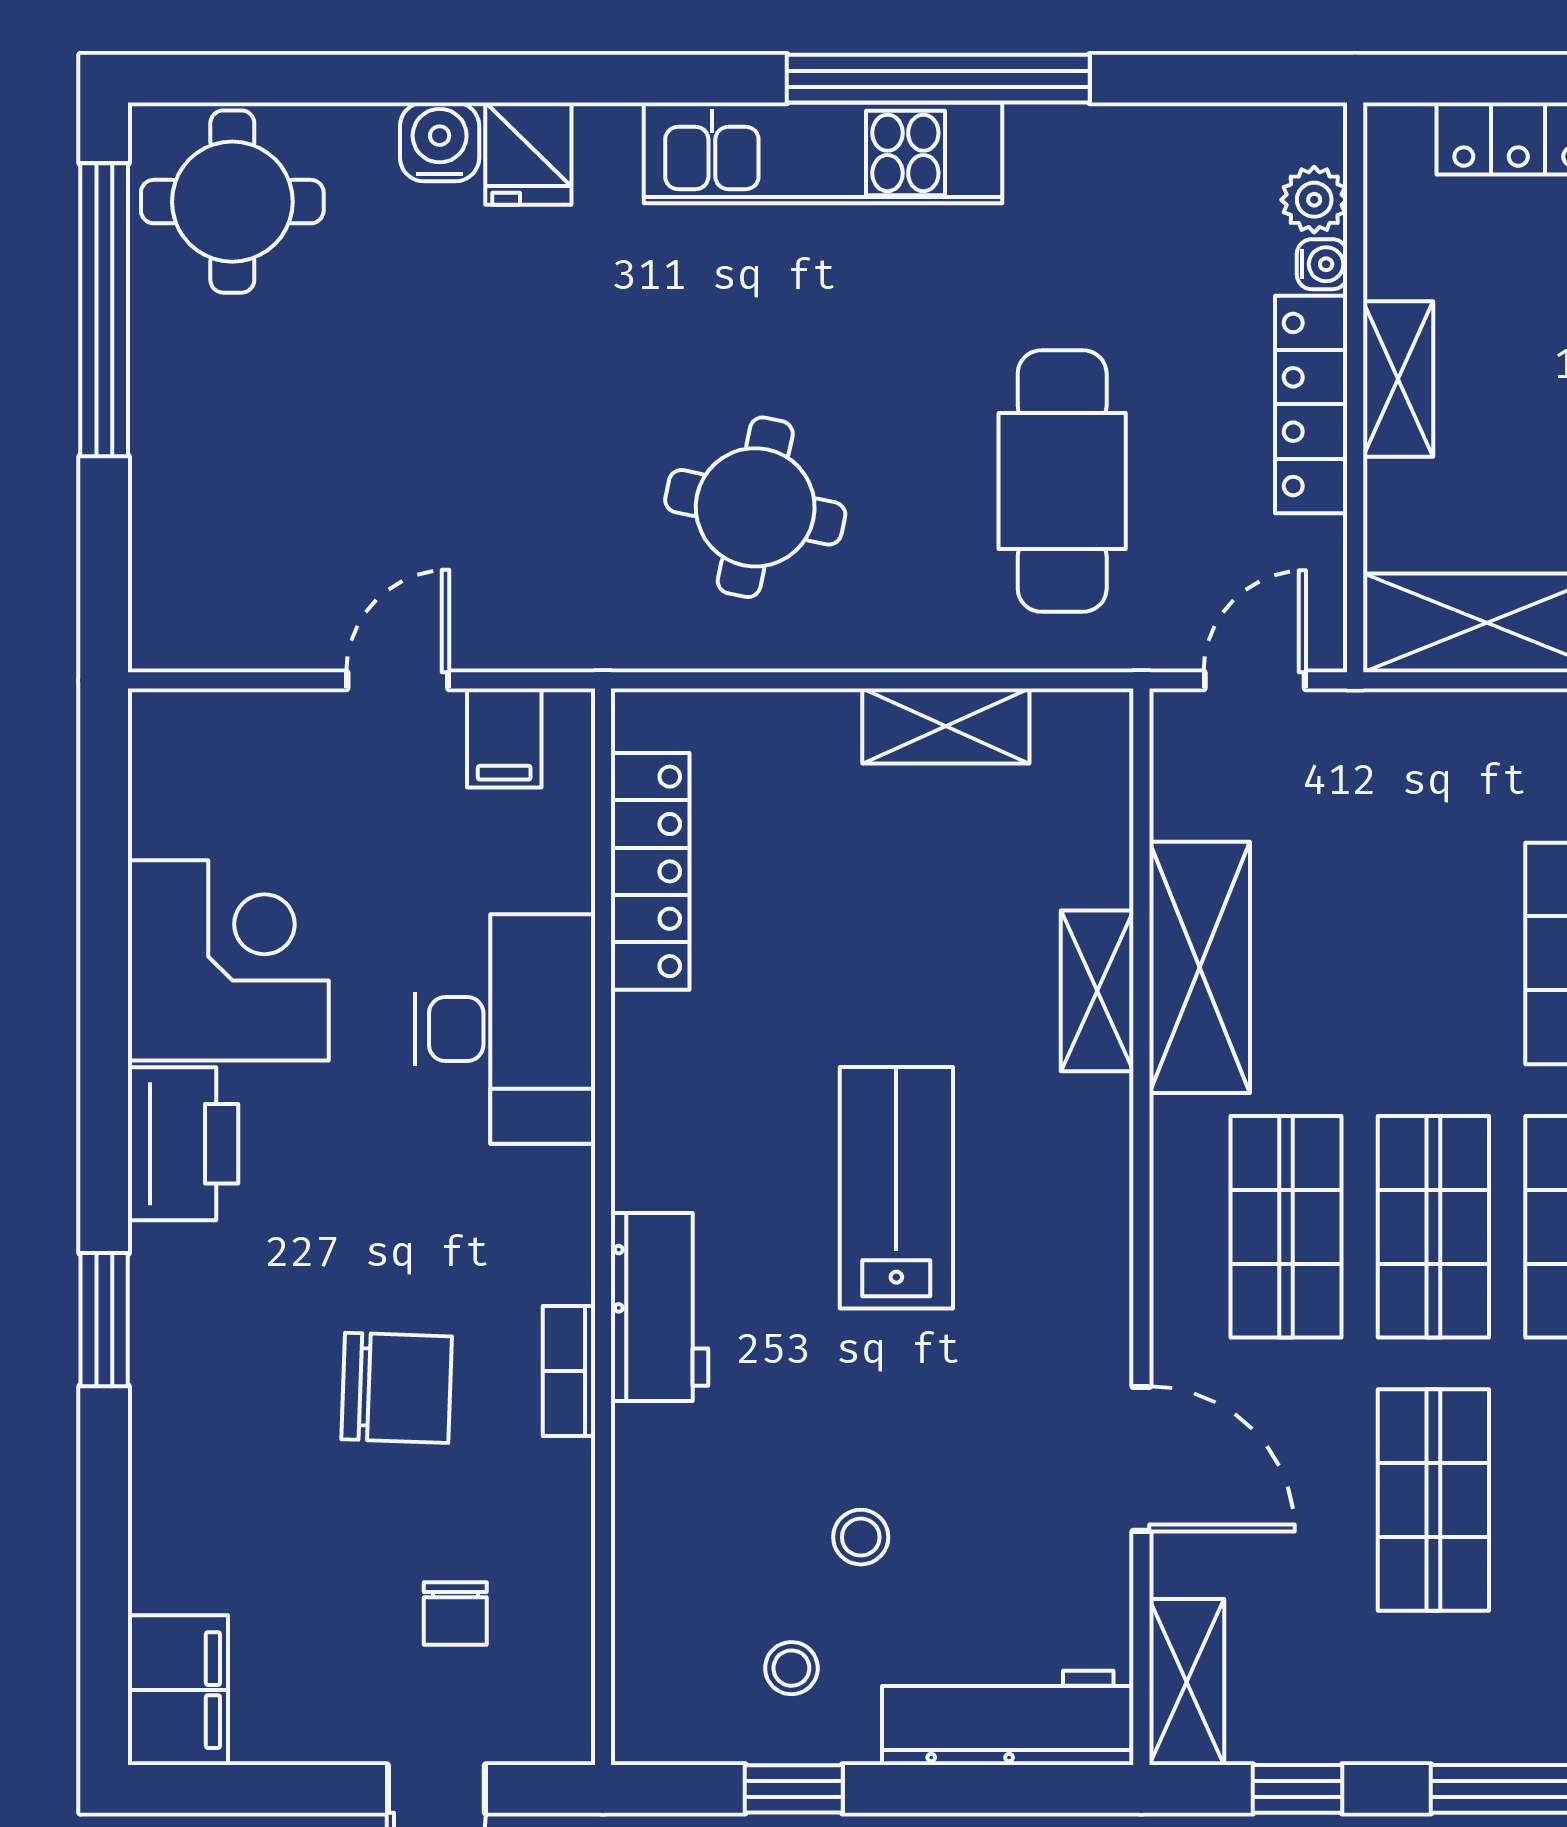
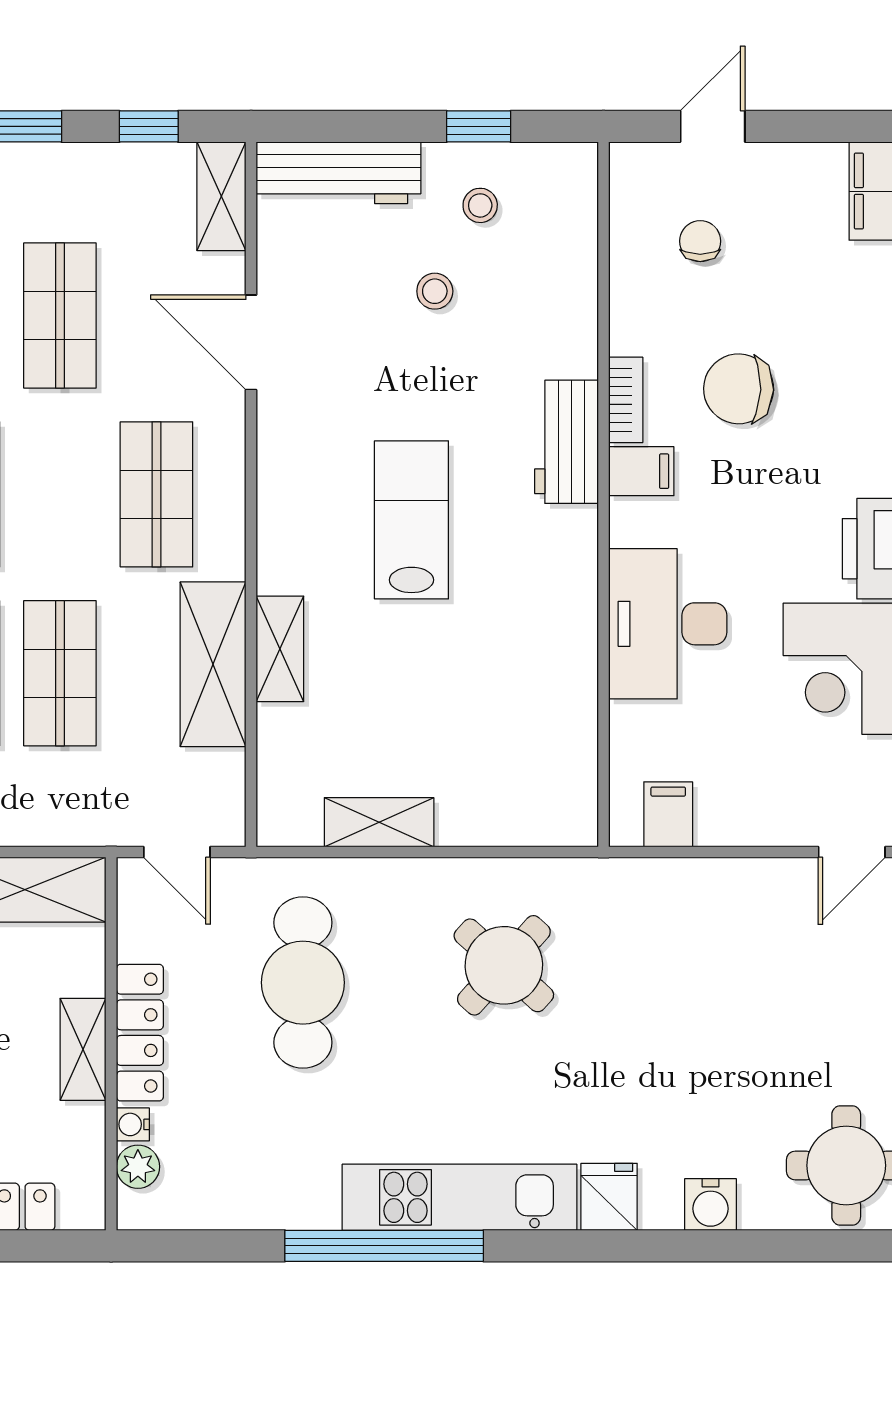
fridge: (528, 154) -> (609, 1197), moved
round table: (755, 507) -> (504, 965), turned 30
door: (398, 680) -> (852, 852), moved
door: (1255, 680) -> (177, 852), hinge flipped
locker: (650, 871) -> (573, 727), removed
lab bench: (896, 1188) -> (411, 520), turned 180
shop shelf: (1433, 1227) -> (60, 673), moved
filing cabinet: (545, 1262) -> (641, 471), added

